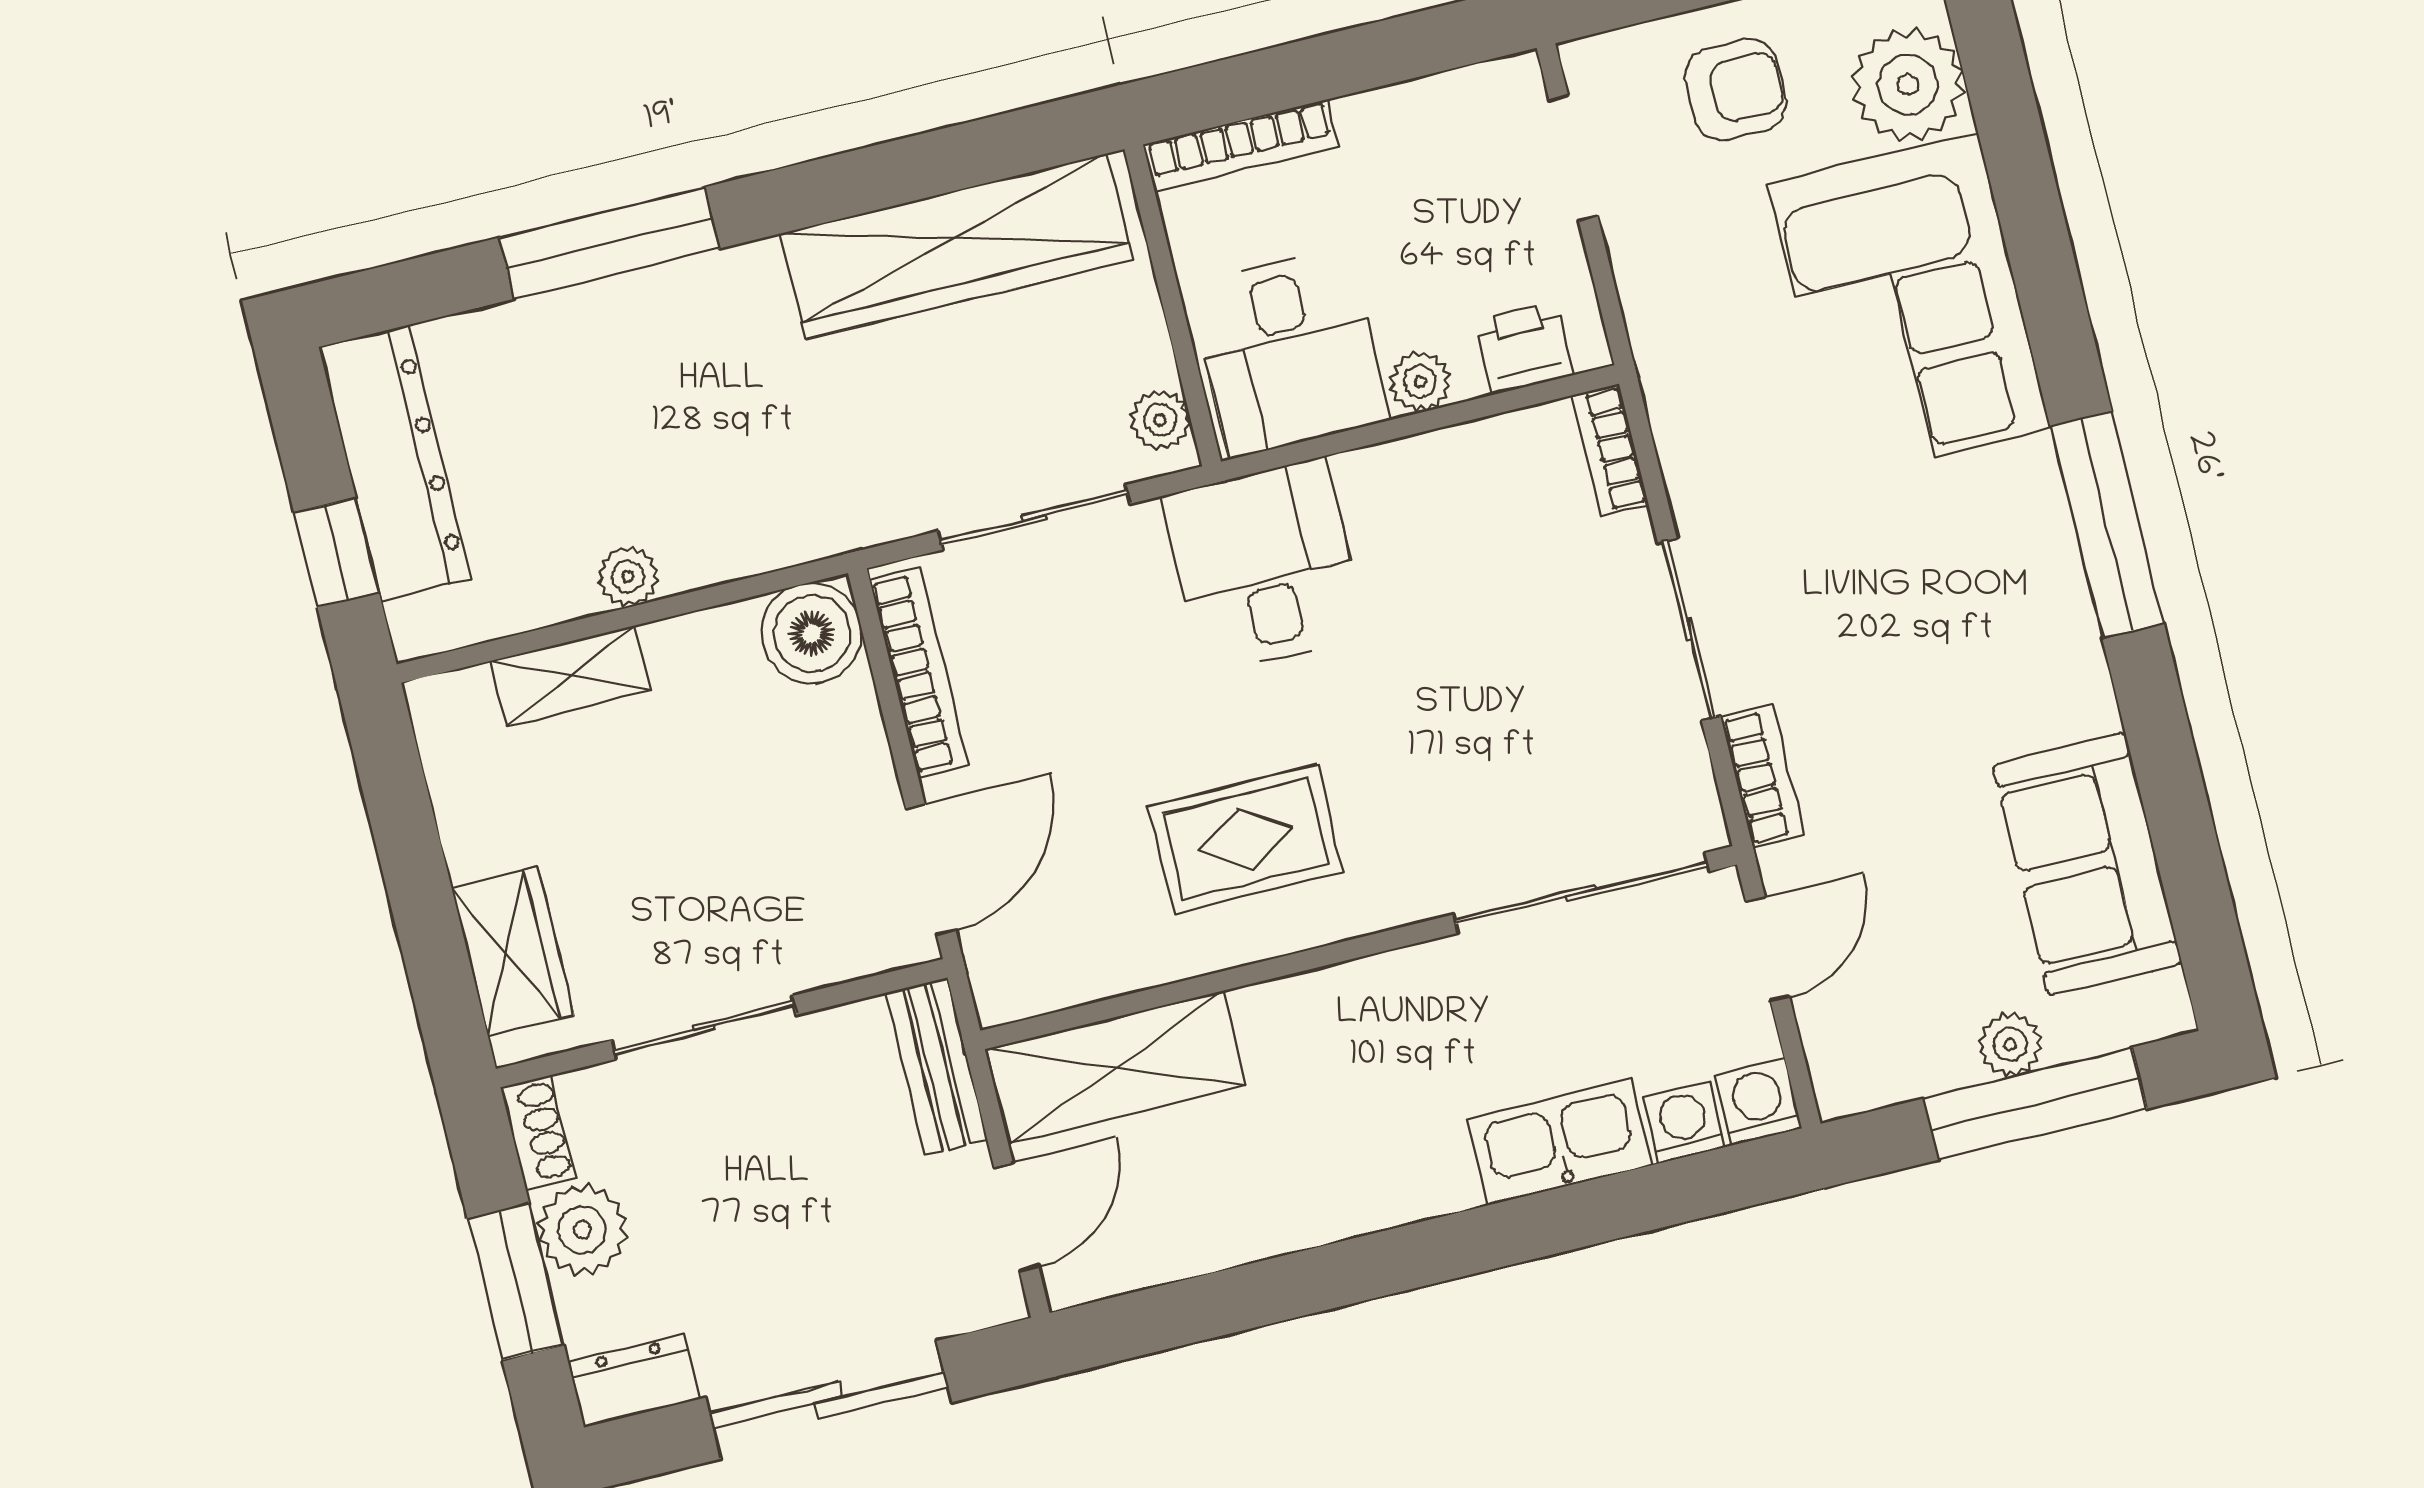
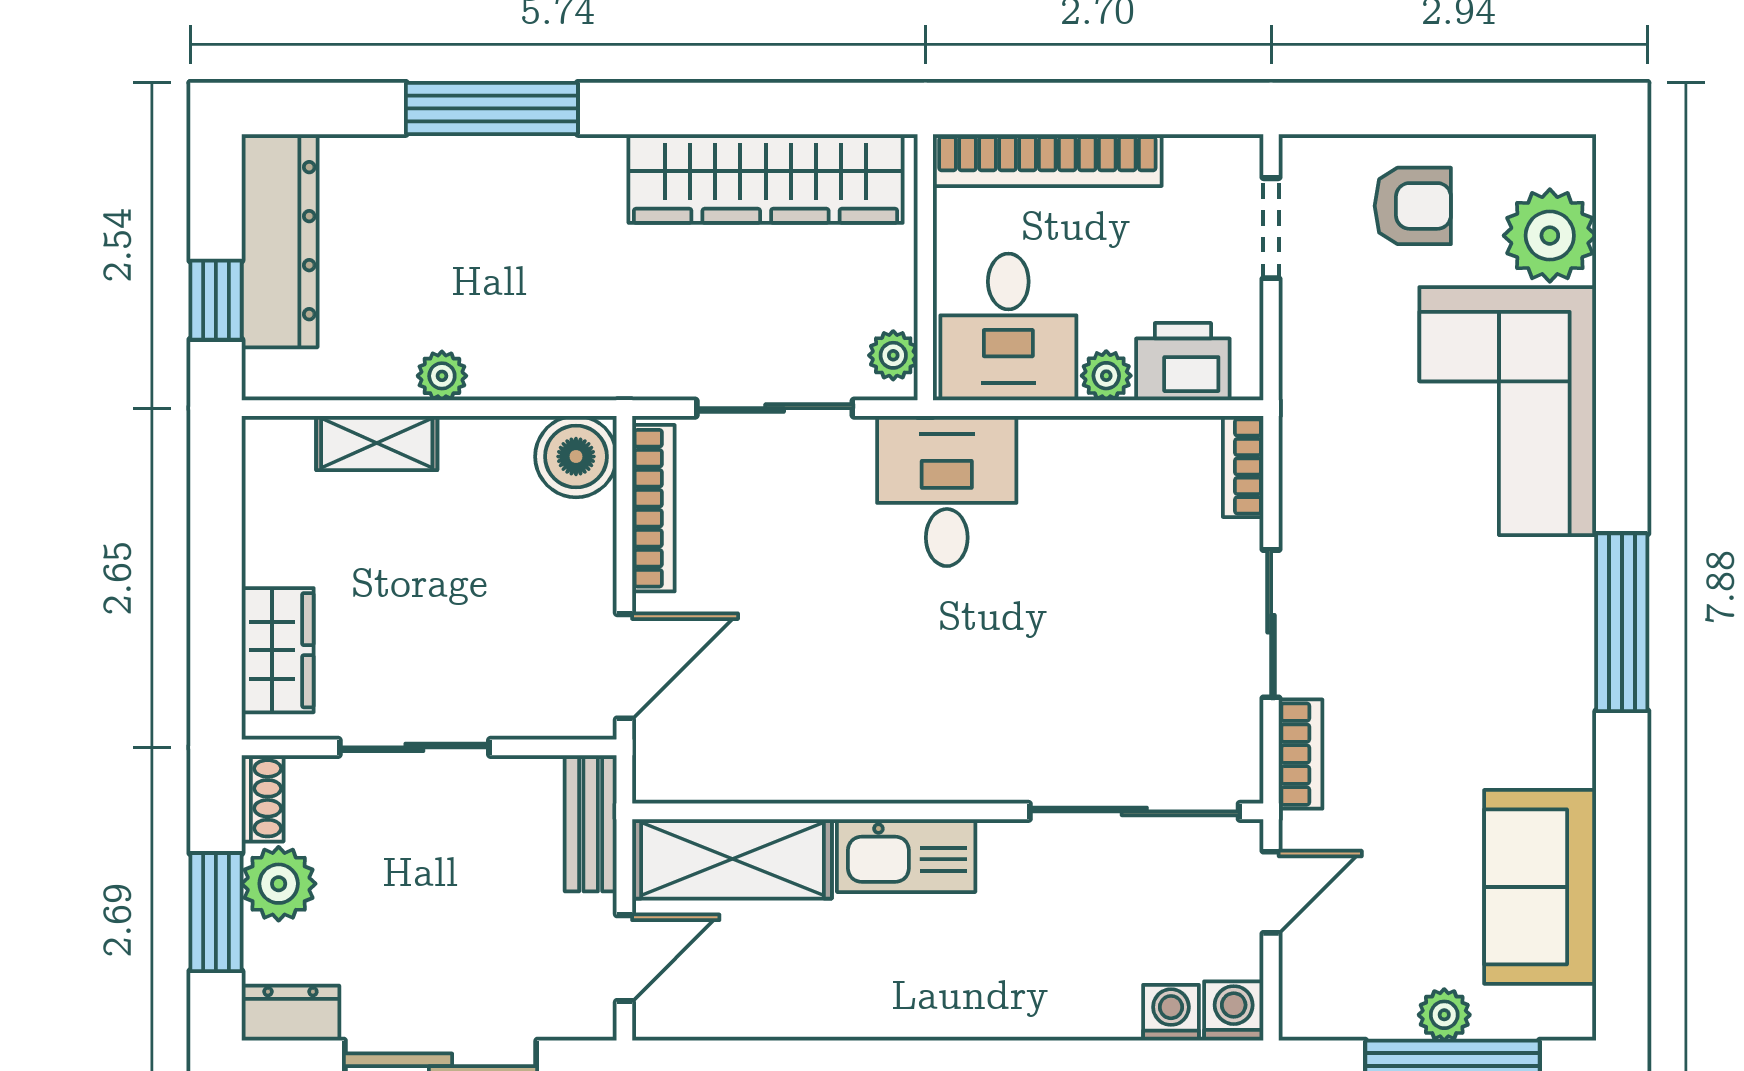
bookcase: (1241, 145) -> (1047, 160), width x1.48, depth x1.31
printer: (1524, 348) -> (1183, 362), width x1.36, depth x1.24
rug: (1246, 839) -> (879, 704), removed
kitchen sink: (1559, 1142) -> (906, 856), moved, turned 180

